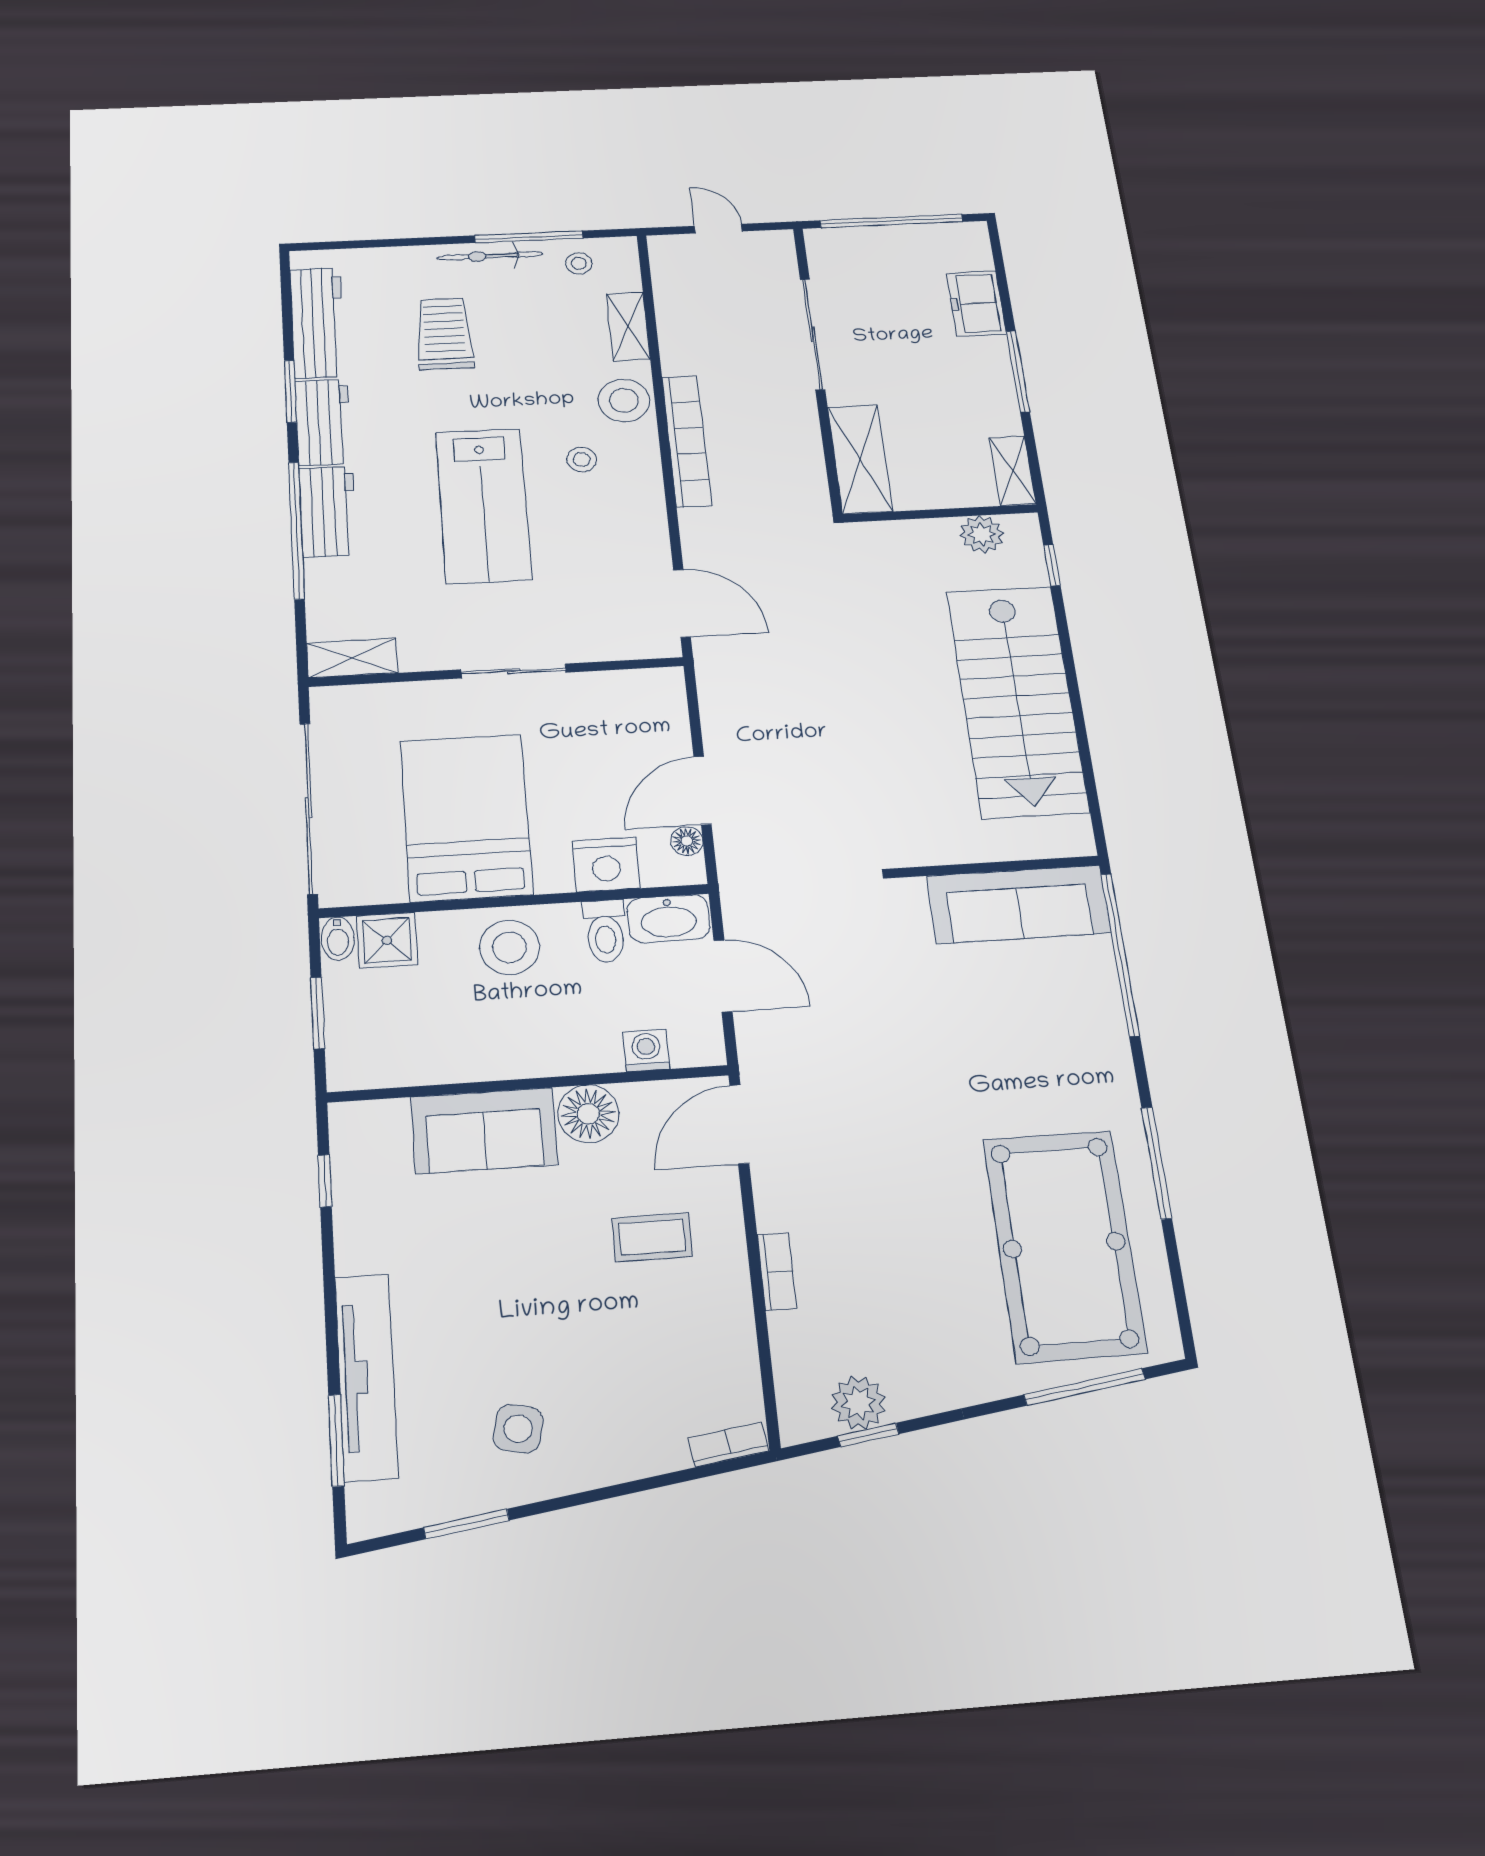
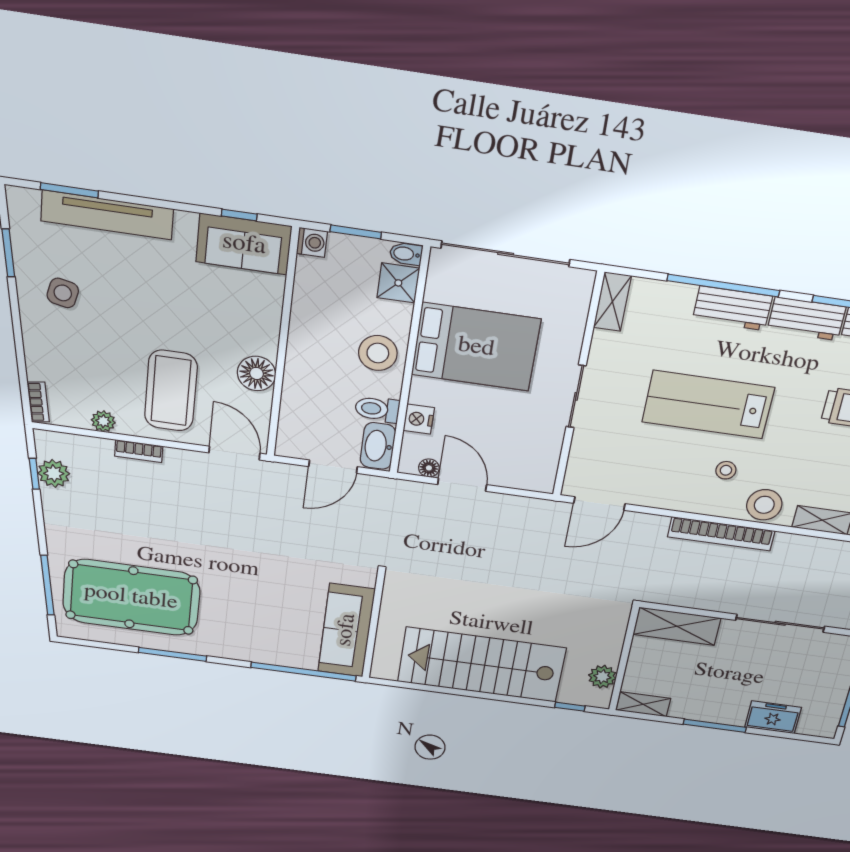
nightstand: (606, 864) -> (419, 419), width x0.74, depth x0.75
washing machine: (646, 1050) -> (312, 242), moved
sofa: (484, 1131) -> (244, 244), moved, turned -90
coffee table: (652, 1237) -> (171, 391), width x1.86, depth x1.72
plant: (736, 1335) -> (103, 421), added

